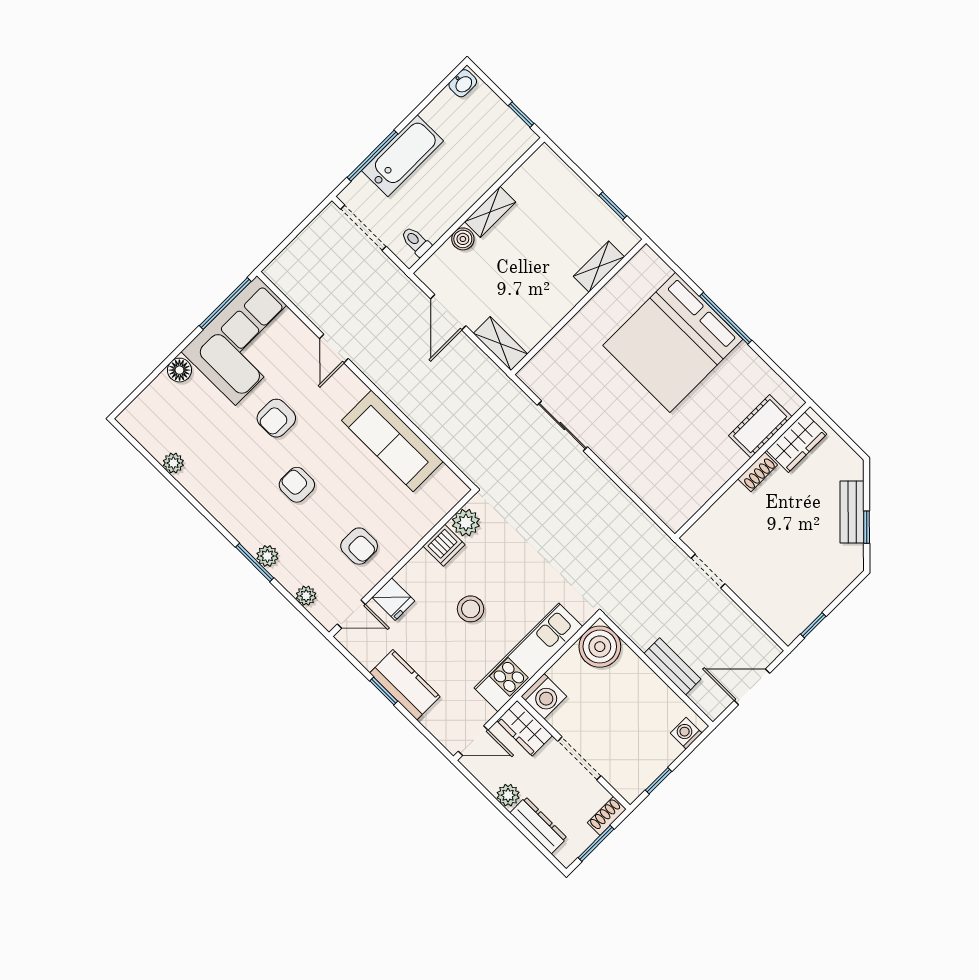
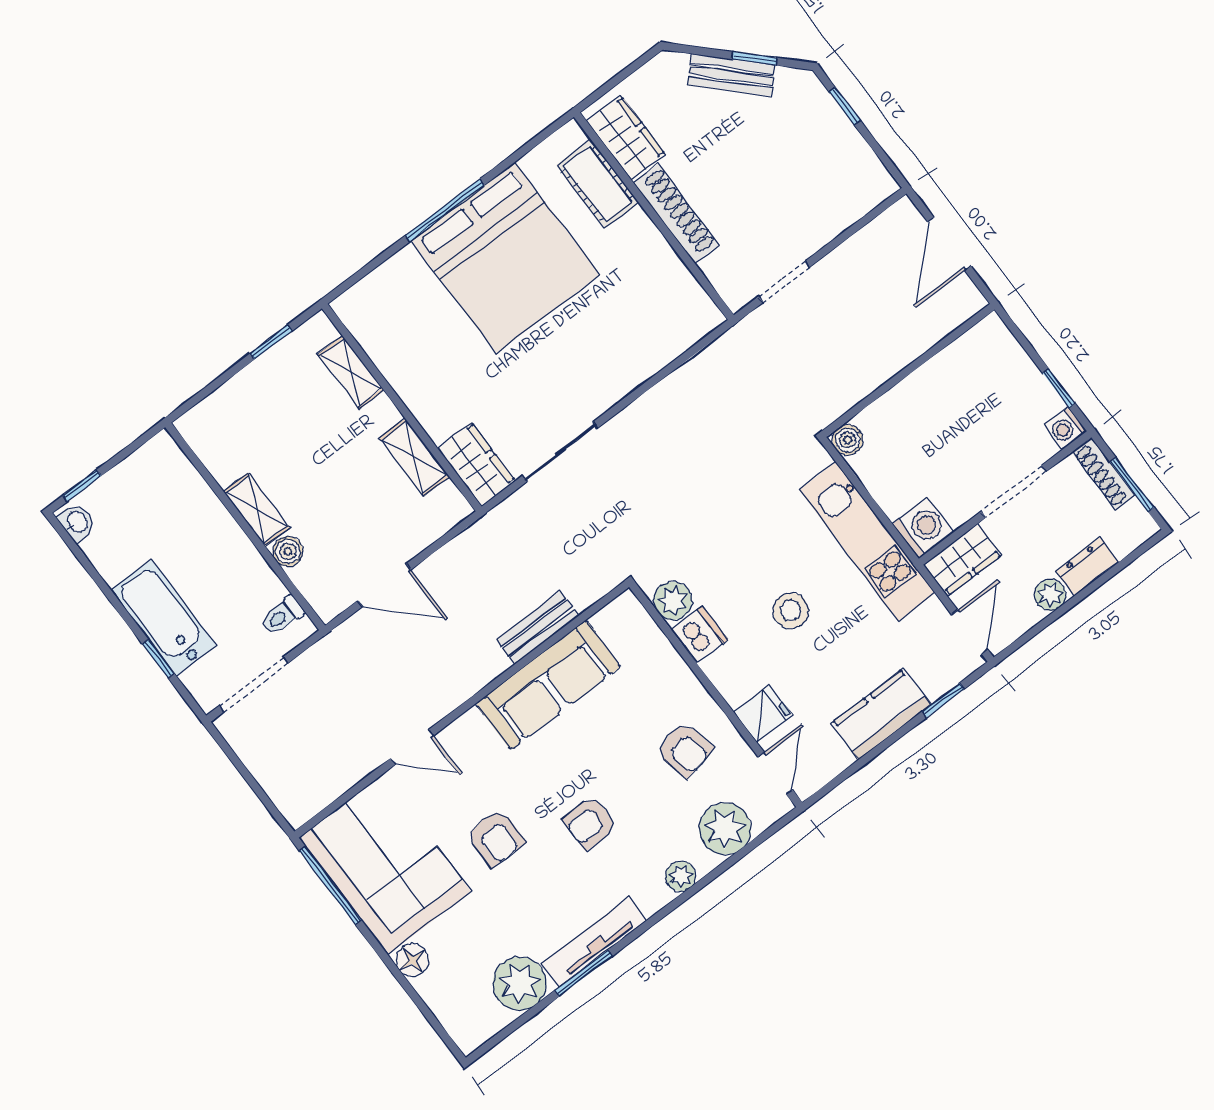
window: (521, 115) -> (82, 486), moved
window: (372, 156) -> (158, 658), width x0.46
bed: (673, 342) -> (506, 258), moved
shelving: (501, 344) -> (414, 457), moved, turned 90
wardrobe: (545, 367) -> (476, 465), added
plant: (173, 463) -> (520, 984), width x1.87, depth x1.87
shoe rack: (758, 472) -> (676, 213), width x1.94, depth x1.24
tv unit: (211, 500) -> (594, 942), added
armchair: (359, 546) -> (685, 750), turned 78
window: (255, 562) -> (583, 973), moved
plant: (306, 596) -> (725, 829), width x1.88, depth x1.88
window: (813, 625) -> (845, 106), moved
boiler: (600, 647) -> (848, 440), width x0.54, depth x0.54
bench: (672, 666) -> (537, 628), moved
window: (384, 691) -> (943, 700), moved
washing machine: (686, 733) -> (1065, 428), moved
shoe rack: (607, 816) -> (1103, 474), width x1.43
dresser: (538, 825) -> (1087, 567), width x0.70

